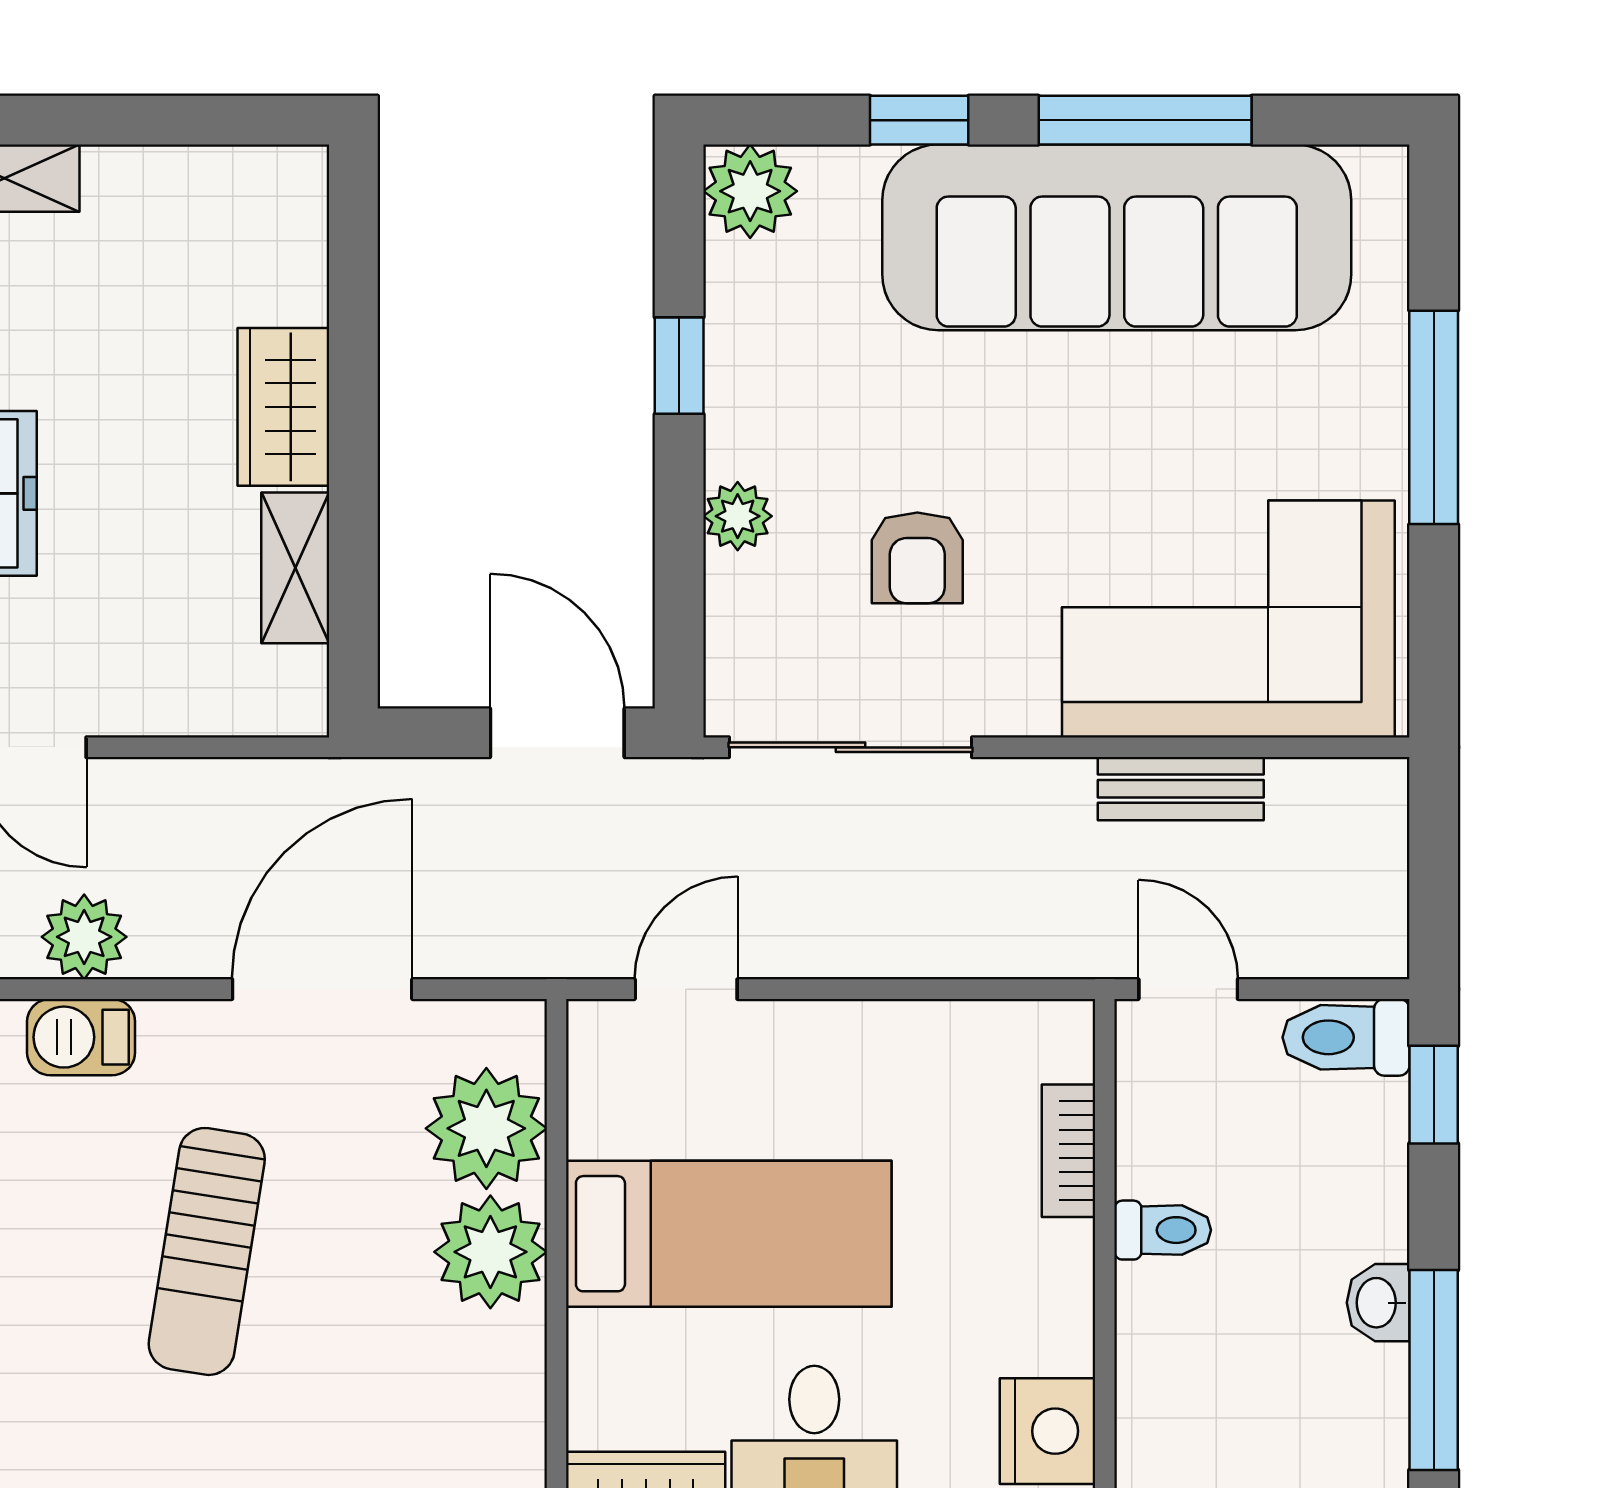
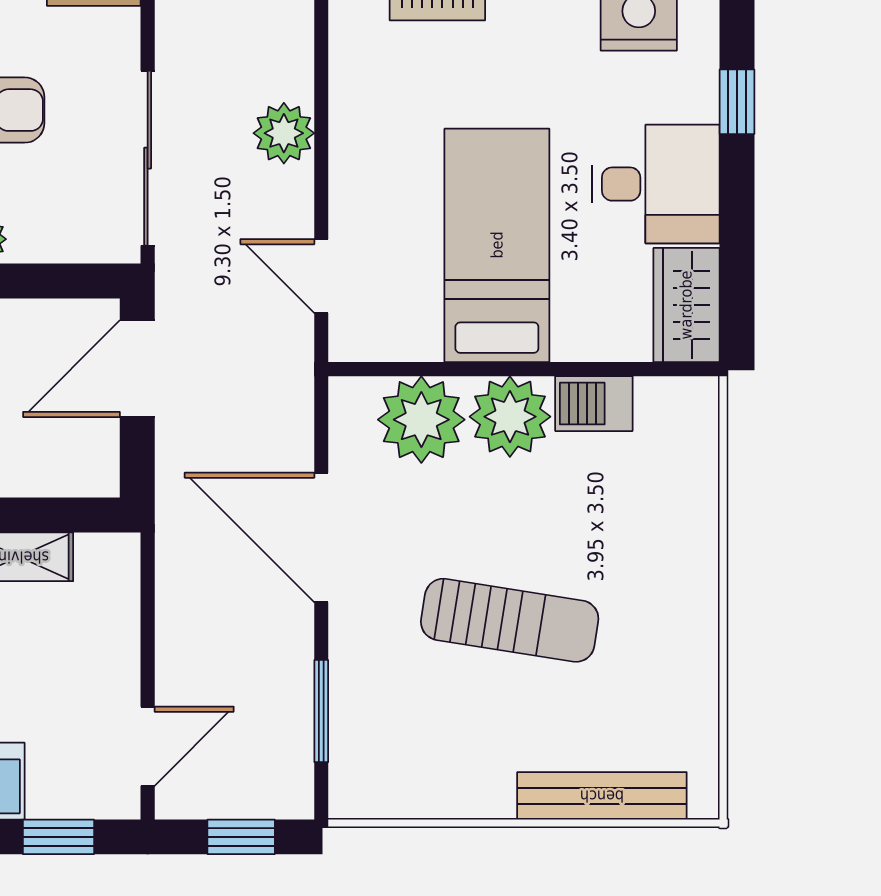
plant: (84, 937) -> (284, 133), moved
window: (80, 989) -> (321, 711), added
barbecue: (81, 1037) -> (594, 404), moved, turned 90

